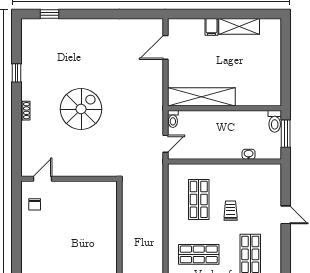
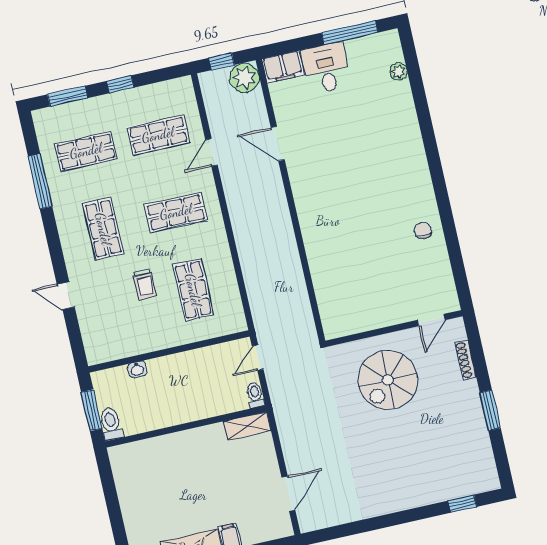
window: (16, 73) -> (490, 410), width x1.50
shelving: (201, 97) -> (247, 426), width x0.45, depth x0.75
shoe rack: (25, 111) -> (466, 360), width x1.43
door: (43, 179) -> (431, 320), moved
wall: (69, 179) -> (394, 328), moved

